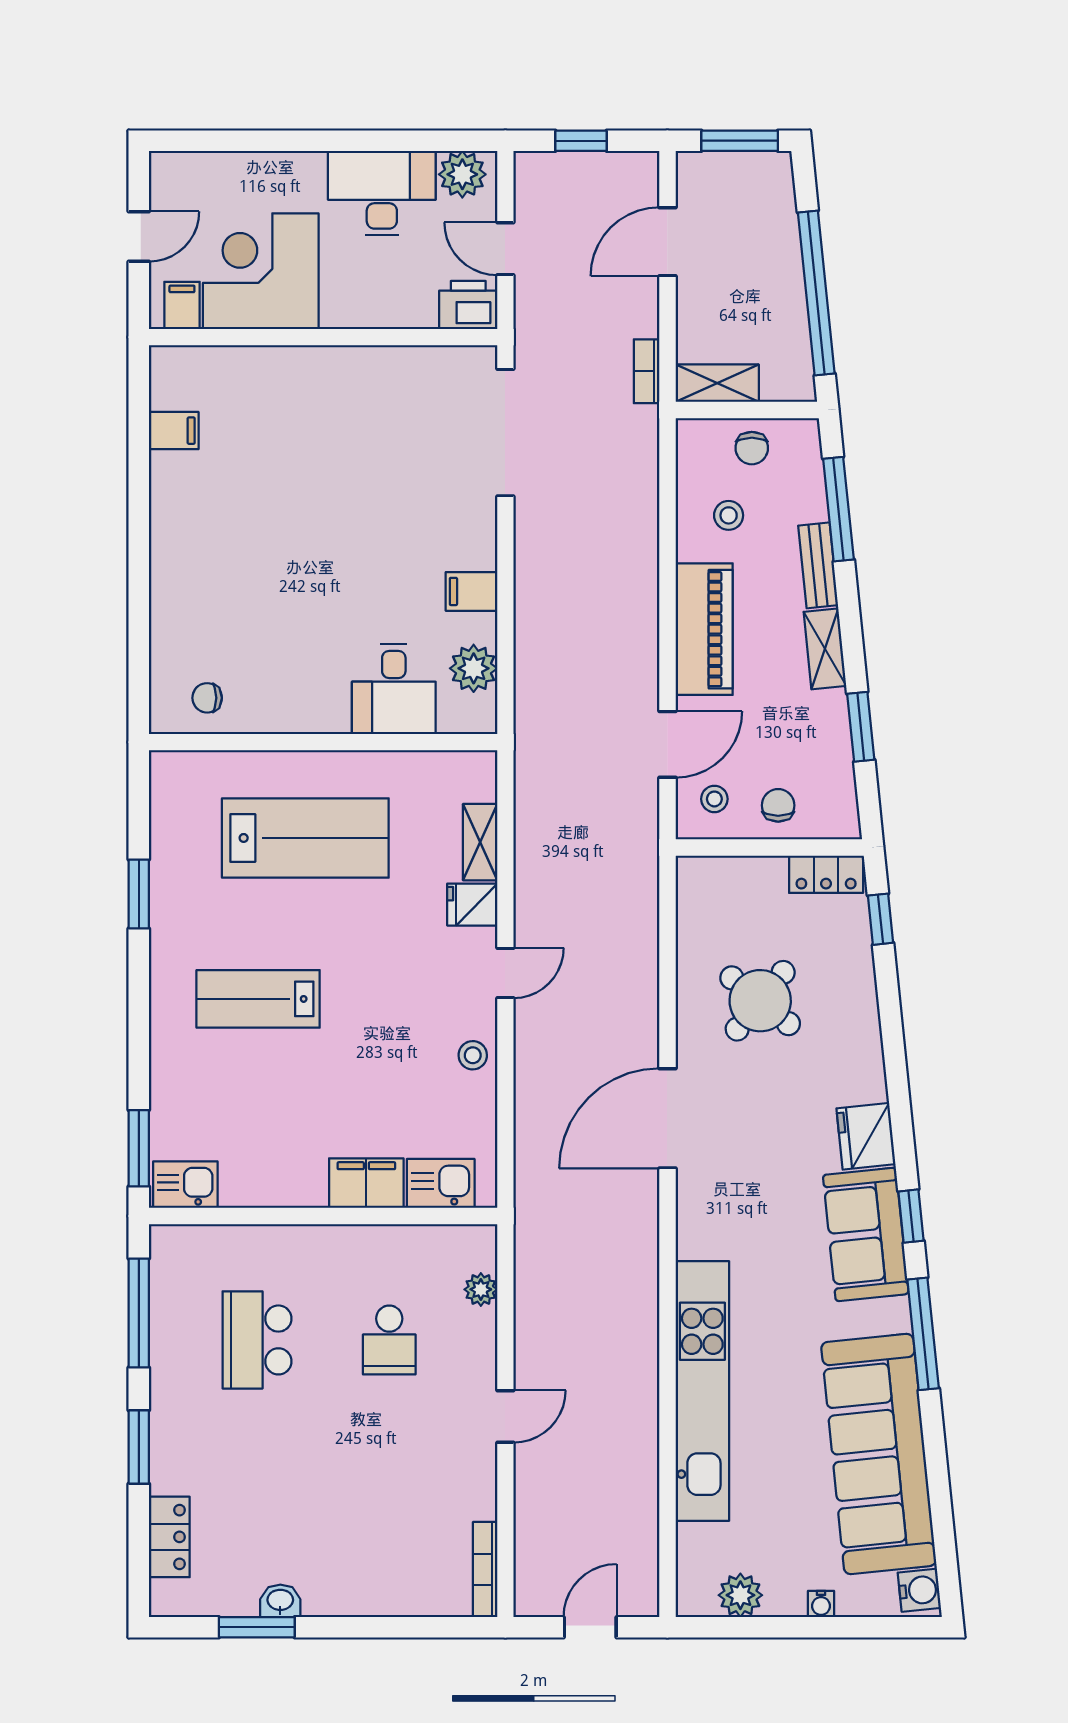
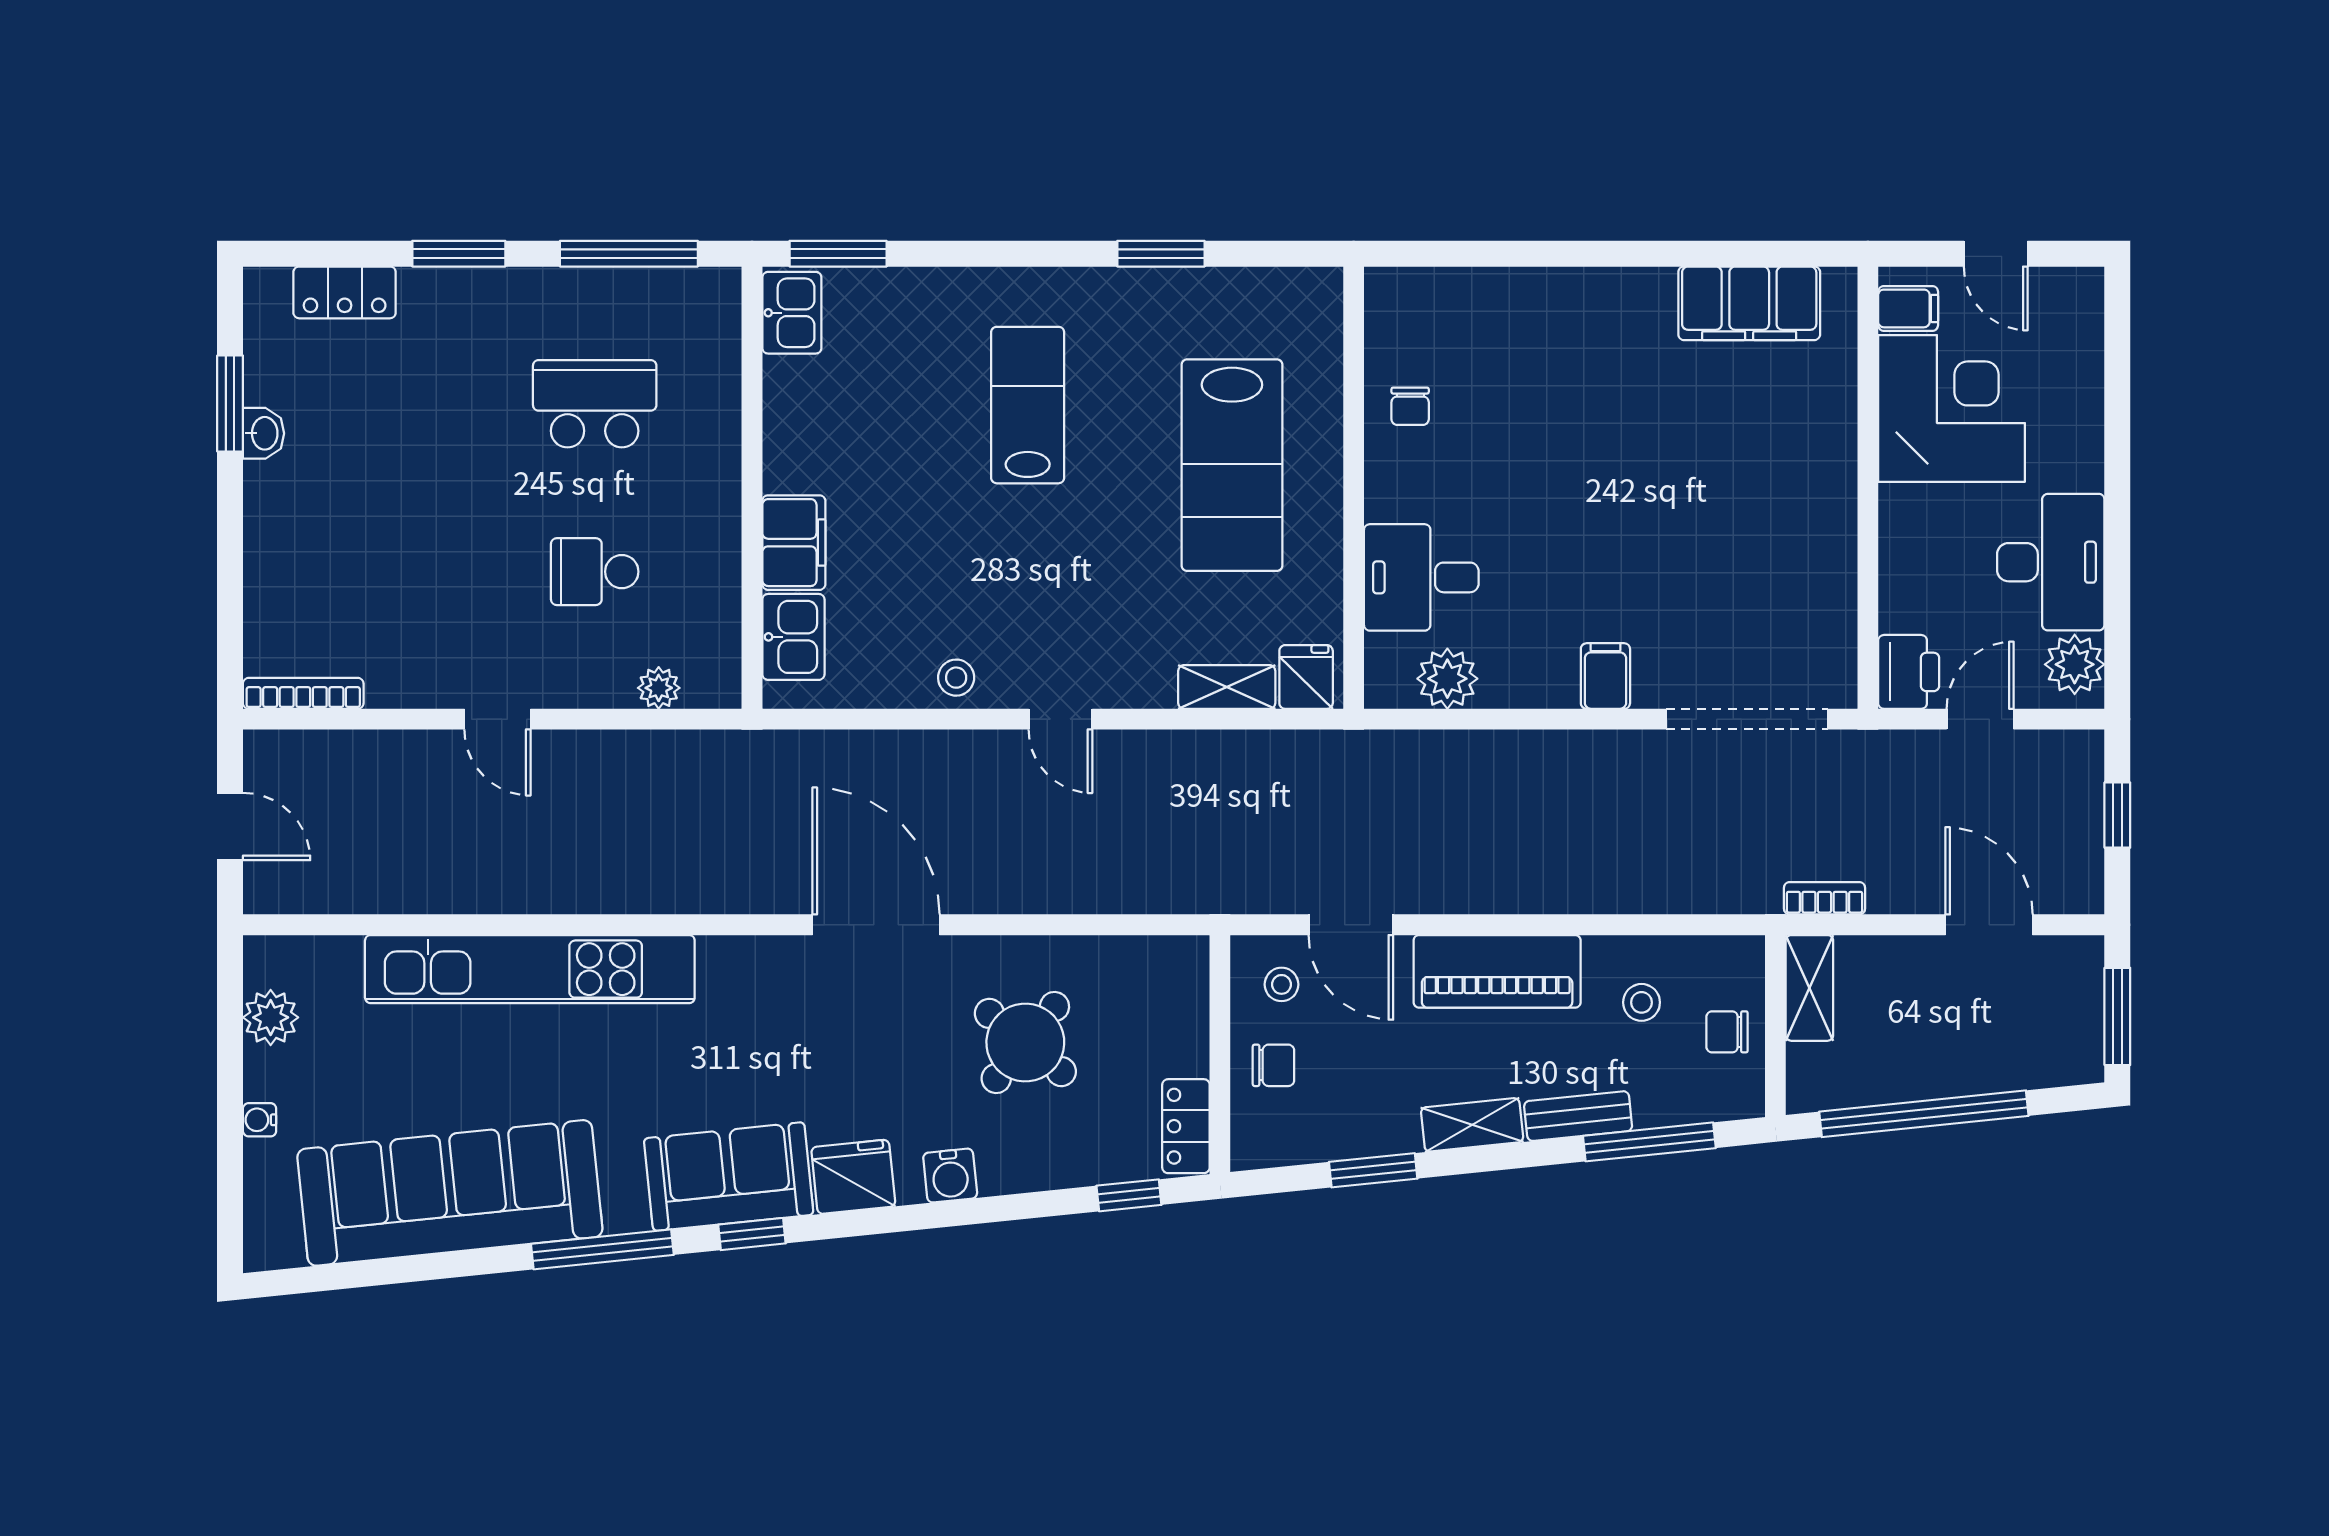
filing cabinet: (174, 431) -> (1749, 303), width x3.00, depth x1.17
filing cabinet: (471, 591) -> (1605, 676), moved
chair: (207, 698) -> (1410, 406), moved, turned 180
fridge: (472, 905) -> (1306, 677), moved
water cooler: (919, 1590) -> (950, 1176), moved

